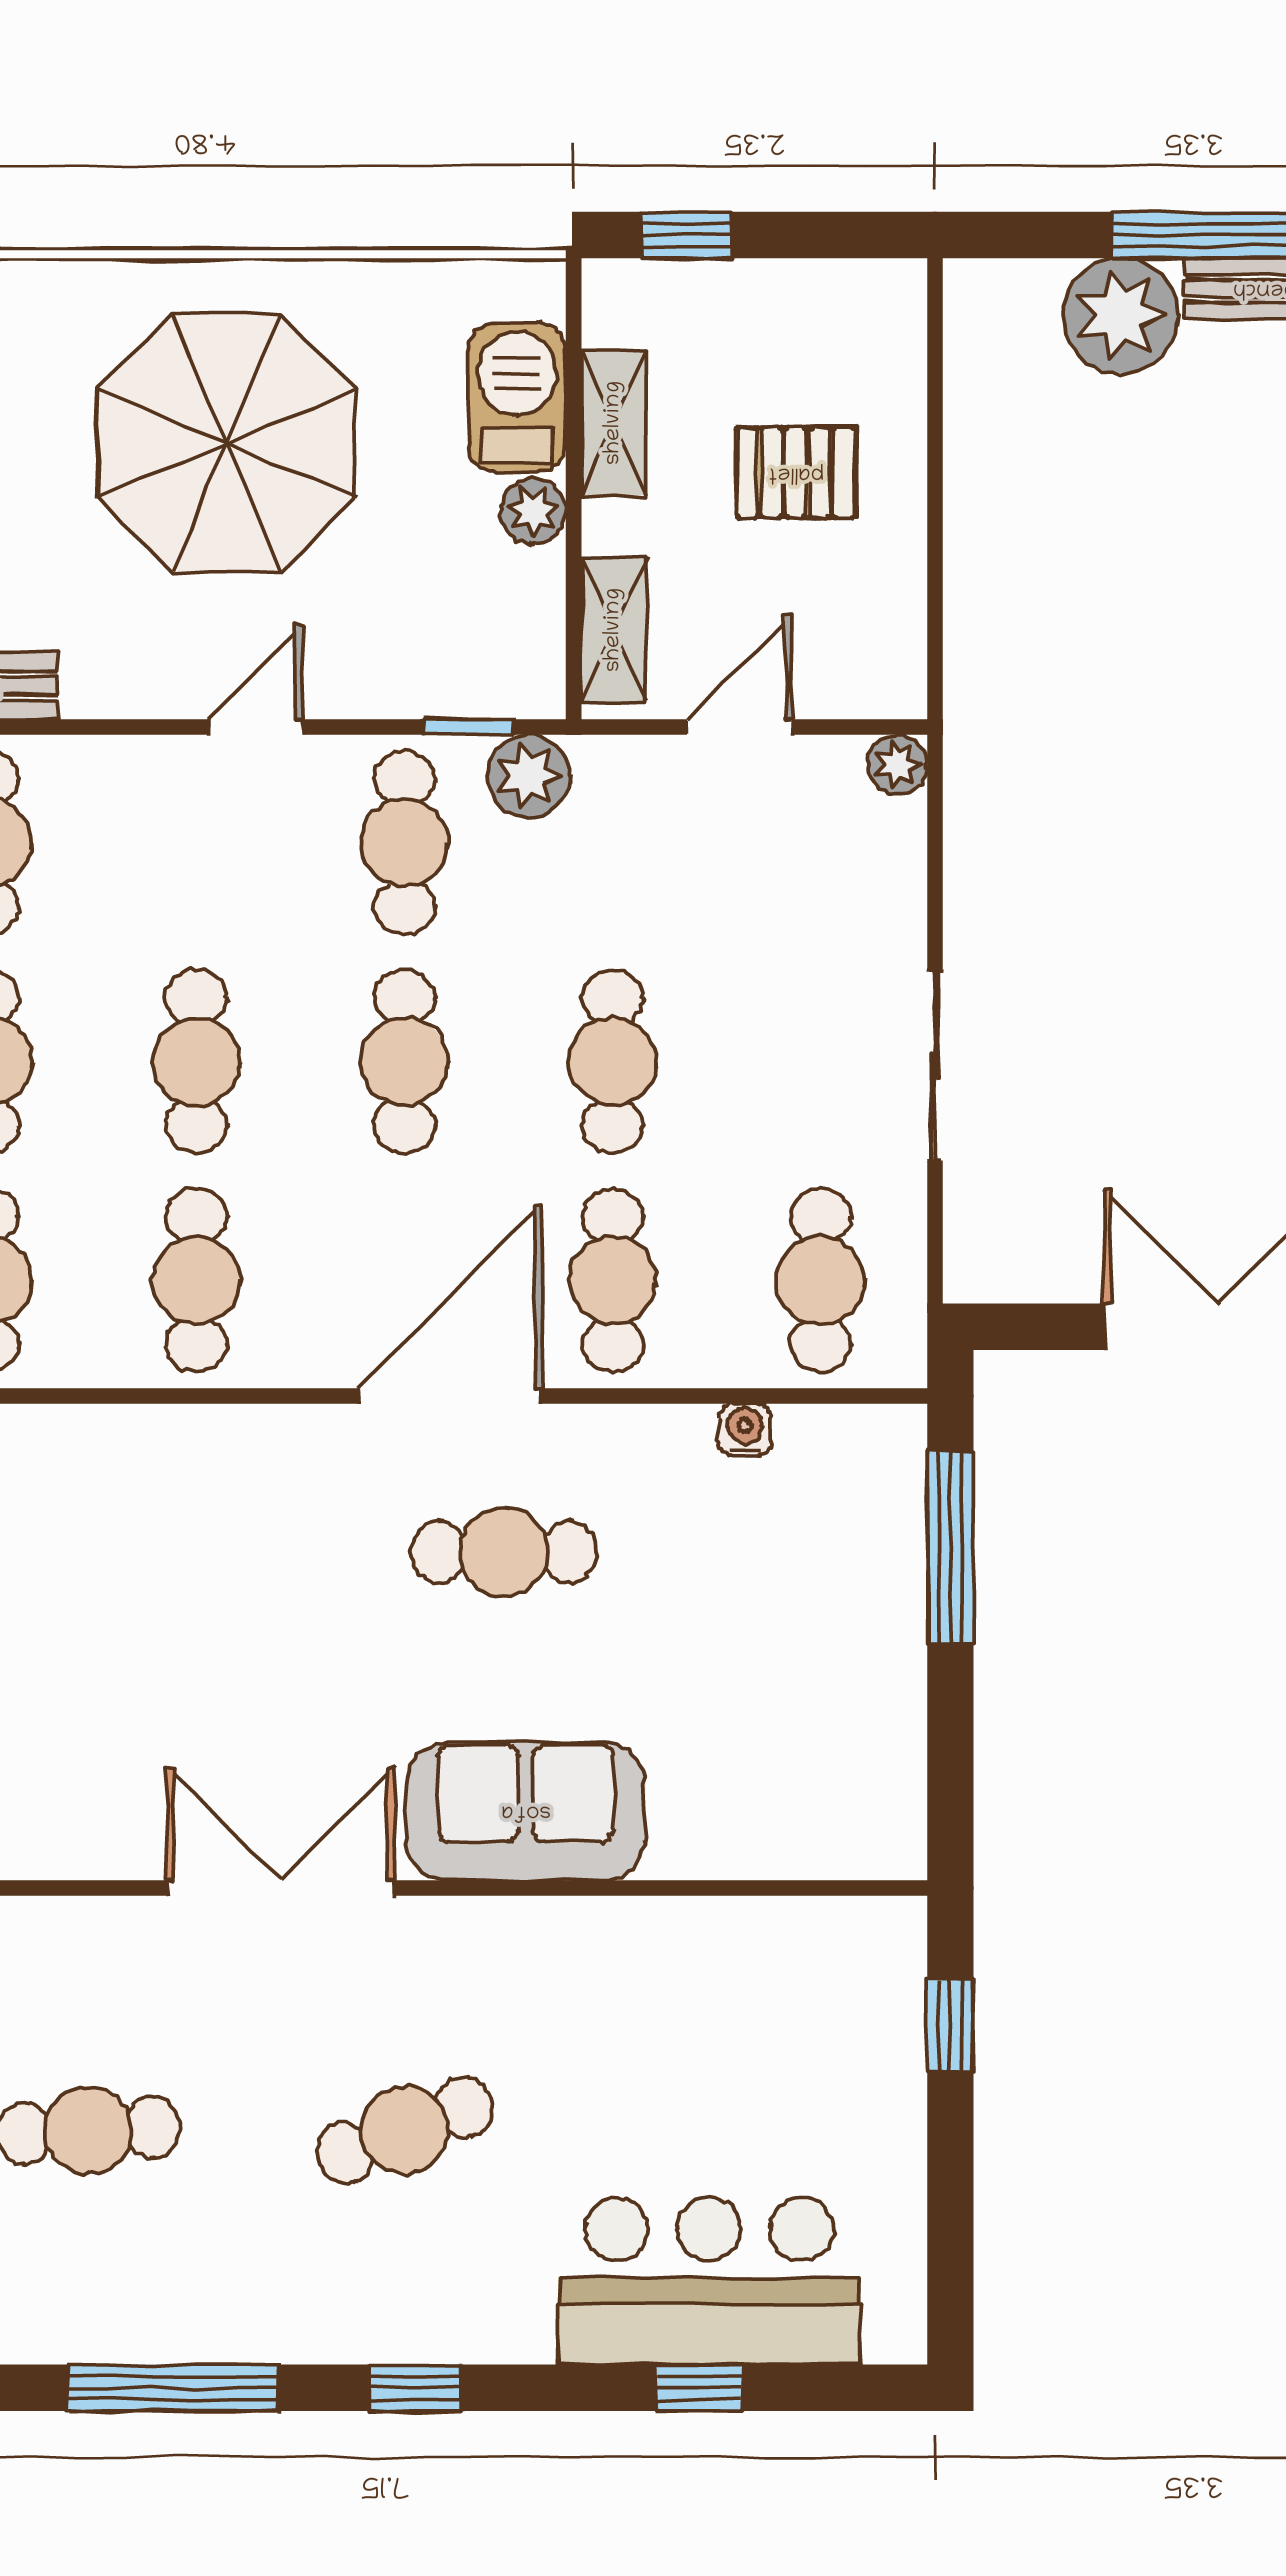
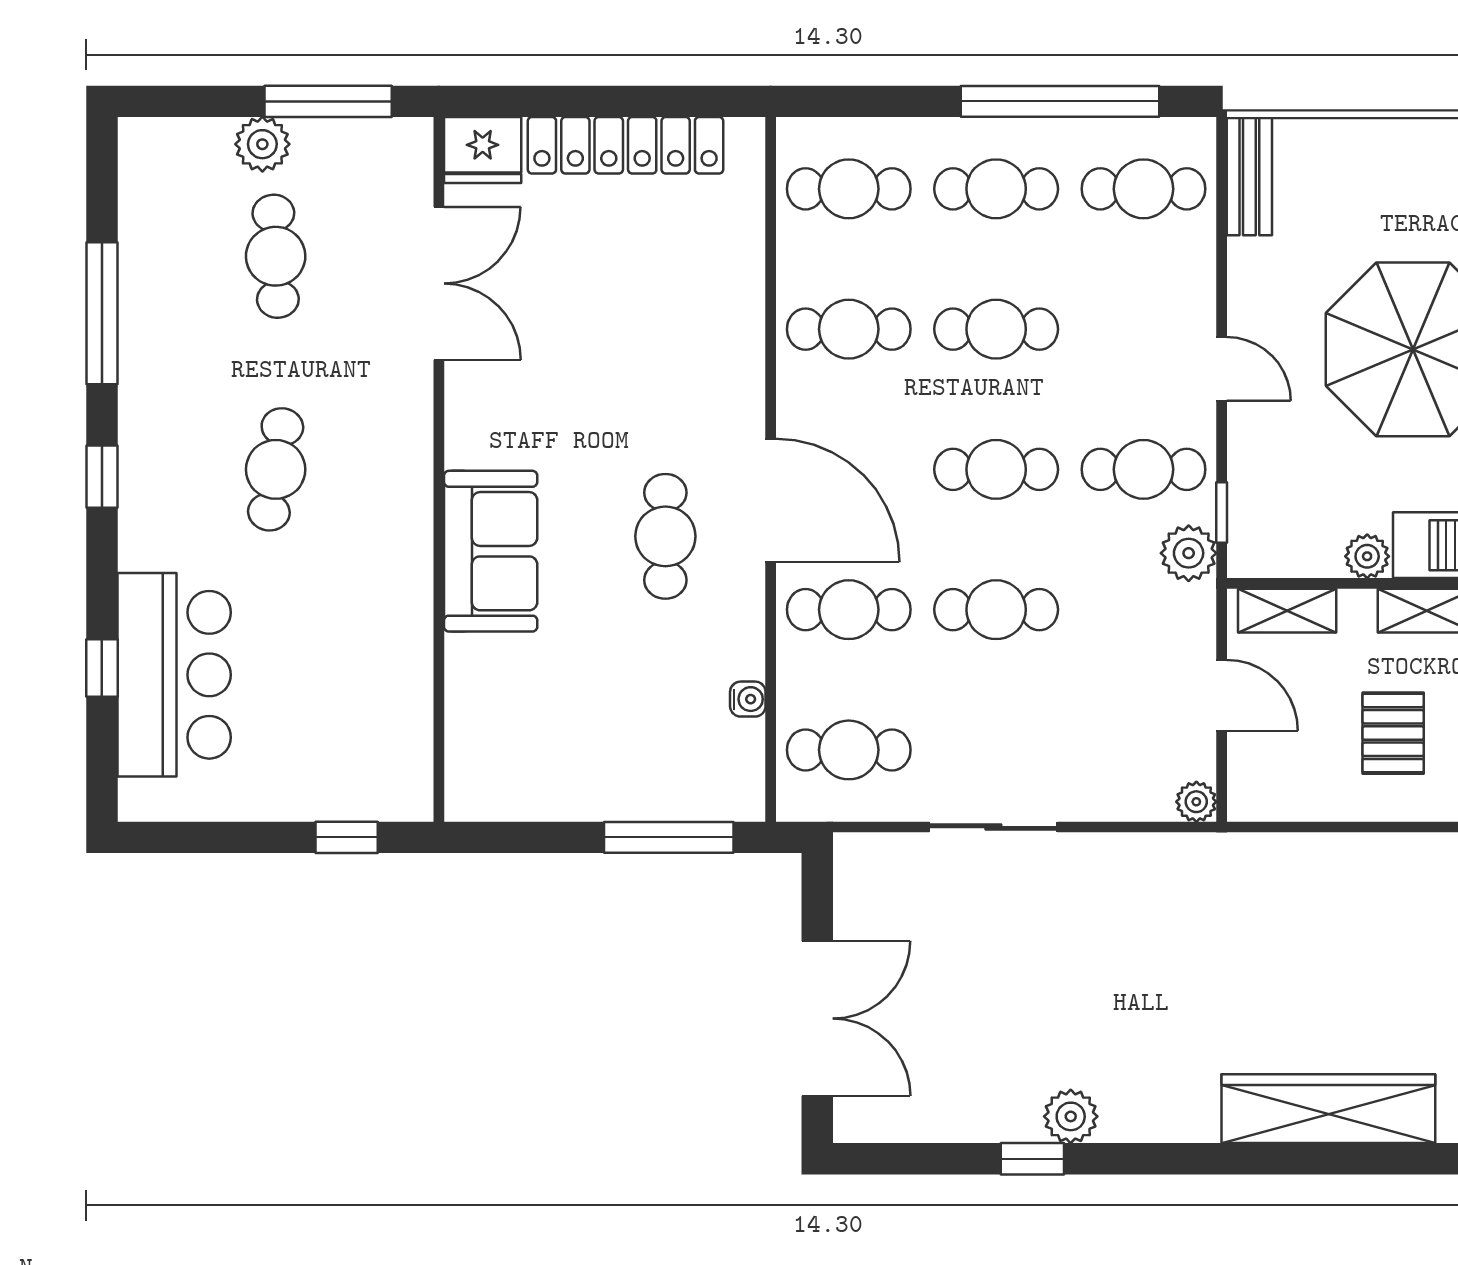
double door: (281, 1888) -> (439, 283), moved
cafe table: (404, 2130) -> (276, 469), turned 30

